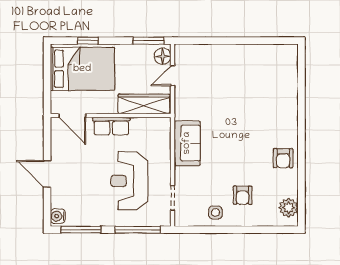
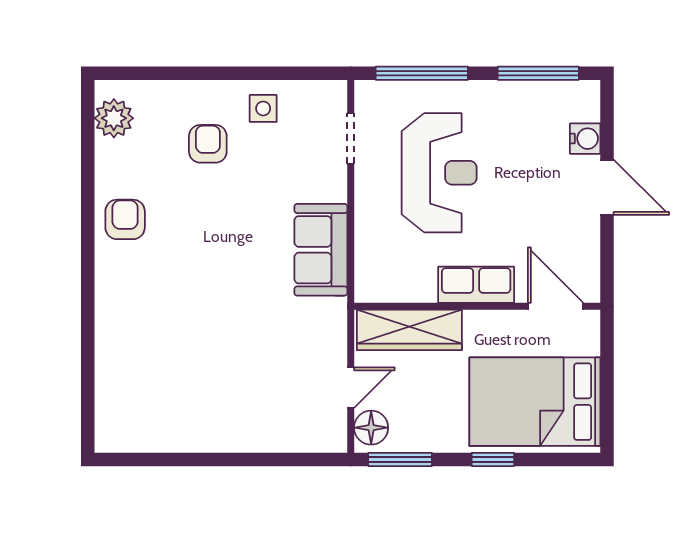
window: (88, 41) -> (493, 459), moved
water cooler: (58, 216) -> (585, 139), moved

